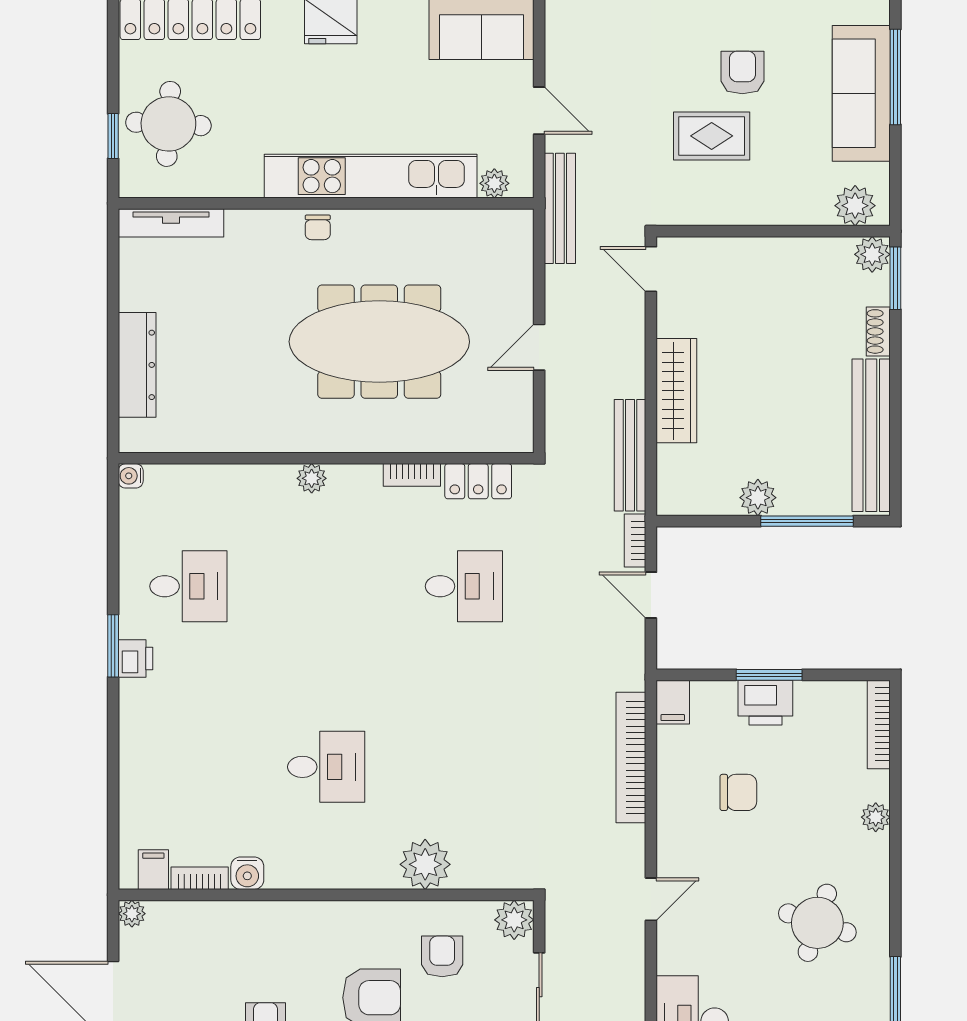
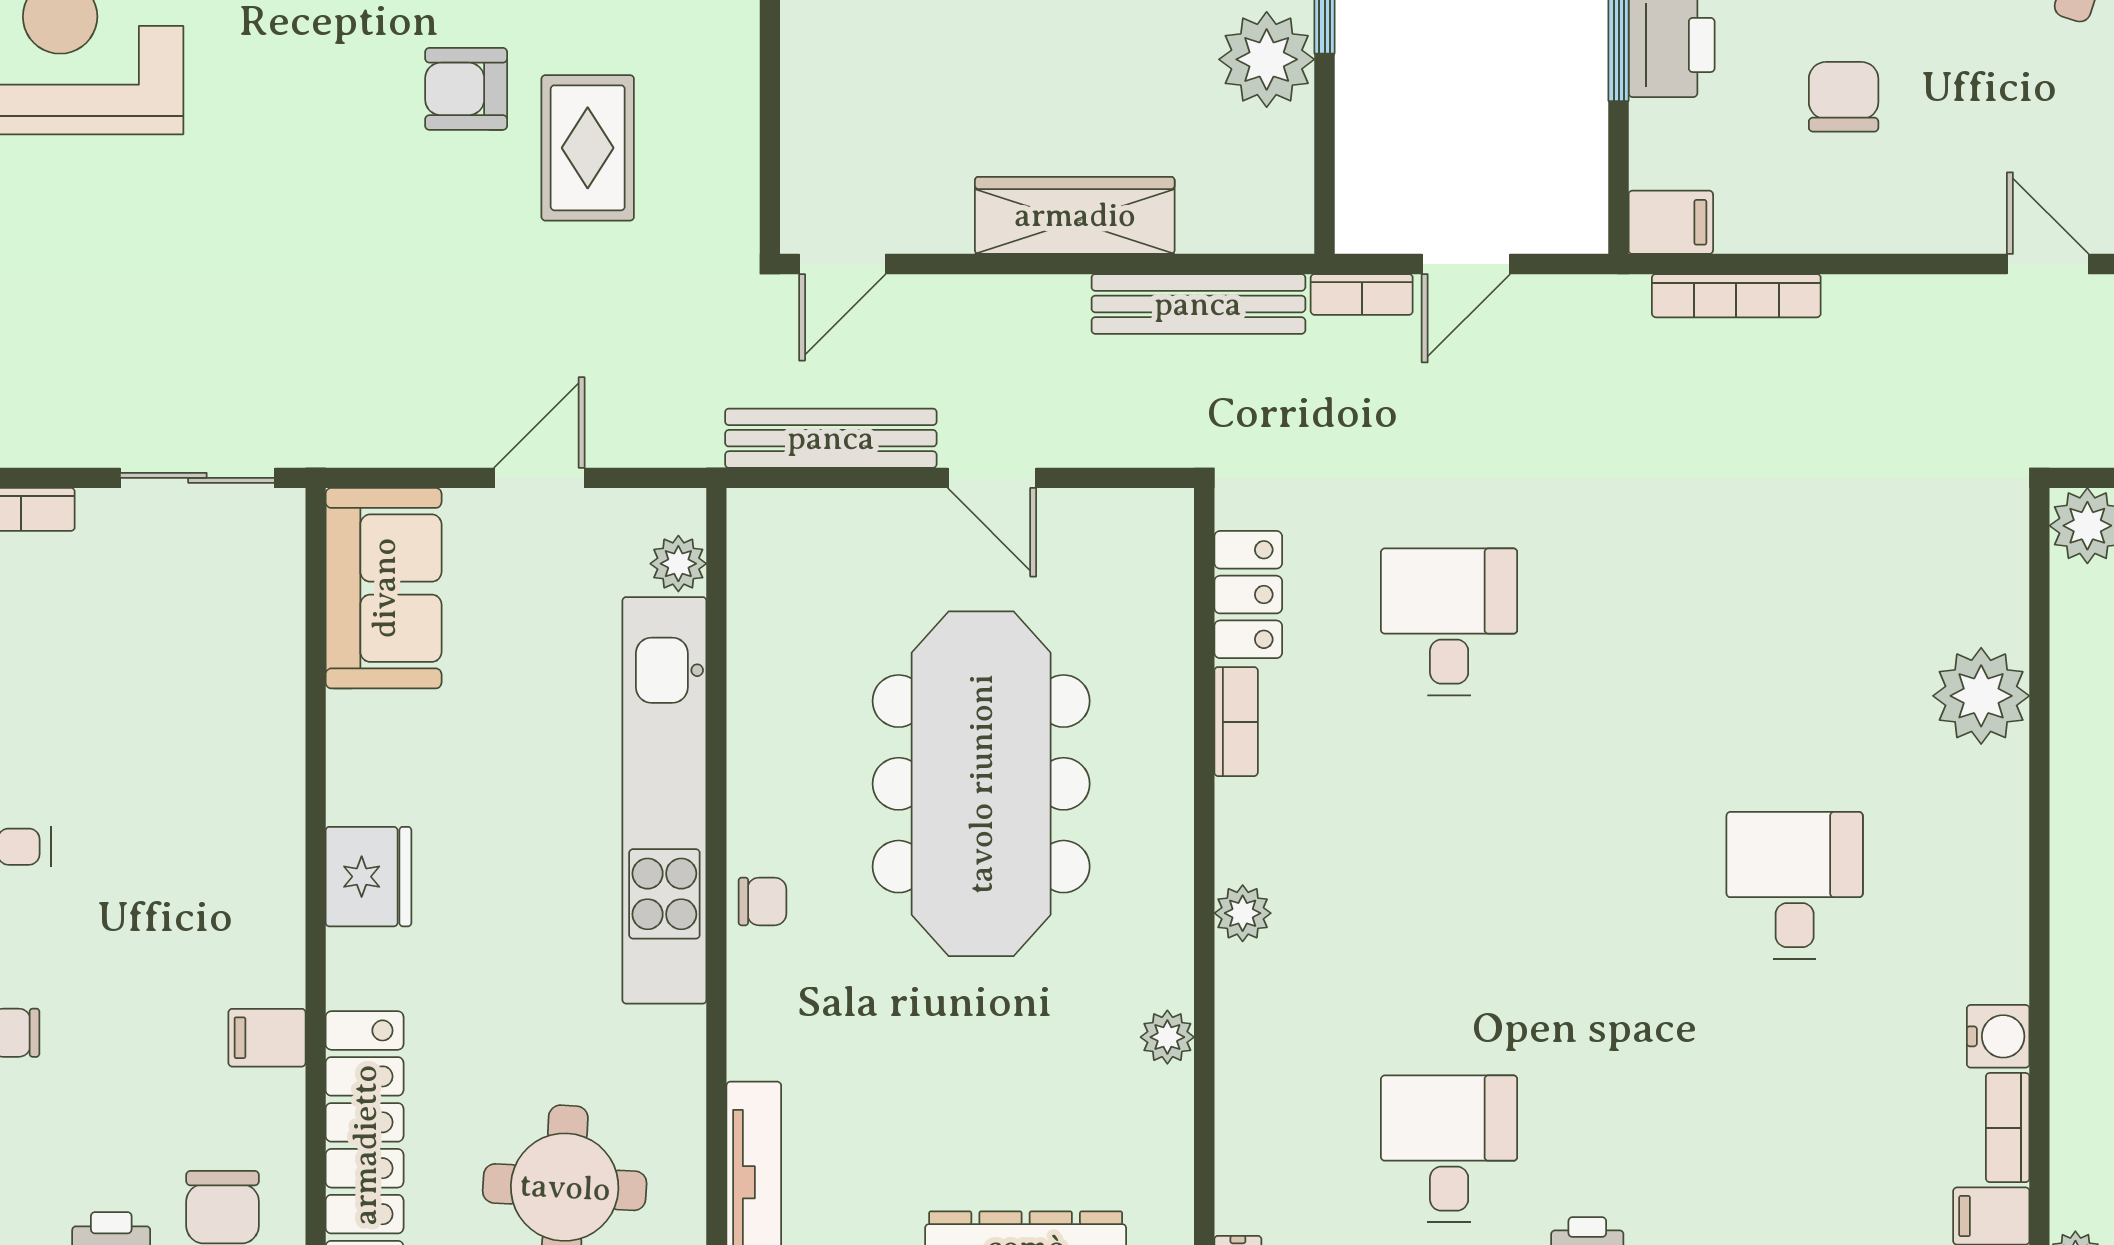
bench: (560, 208) -> (831, 438), moved
plant: (247, 439) -> (1167, 1037), added
plant: (758, 498) -> (1267, 59), width x1.36, depth x1.36
bookcase: (631, 758) -> (1736, 296), width x0.68, depth x0.76

